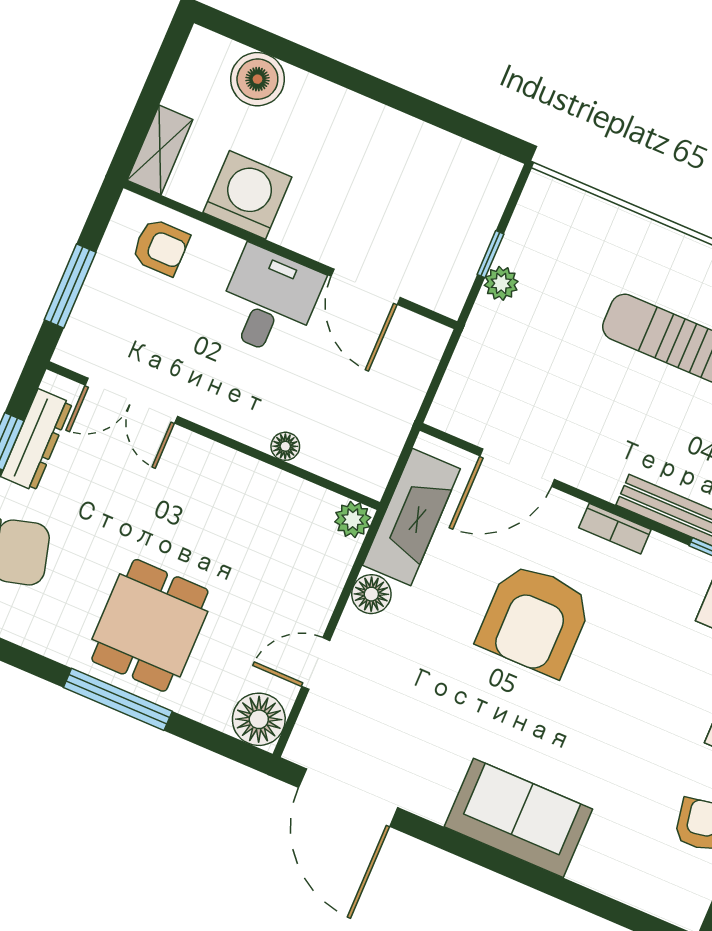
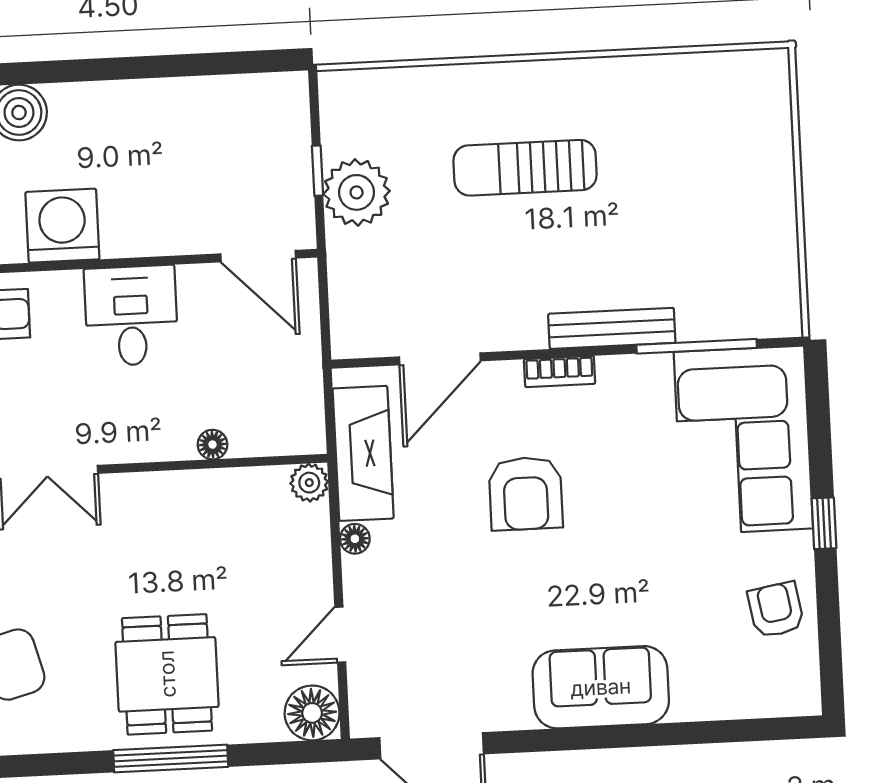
plant: (501, 283) -> (357, 192), width x1.88, depth x1.88
door: (366, 287) -> (258, 256), moved
floor lamp: (371, 594) -> (355, 539), width x0.73, depth x0.73
armchair: (535, 620) -> (526, 493), width x0.73, depth x0.73

